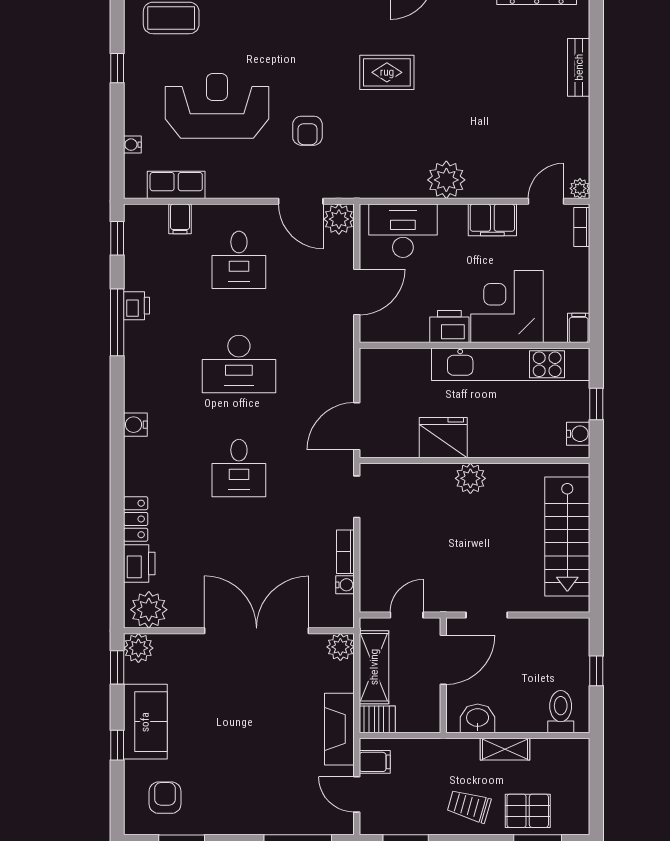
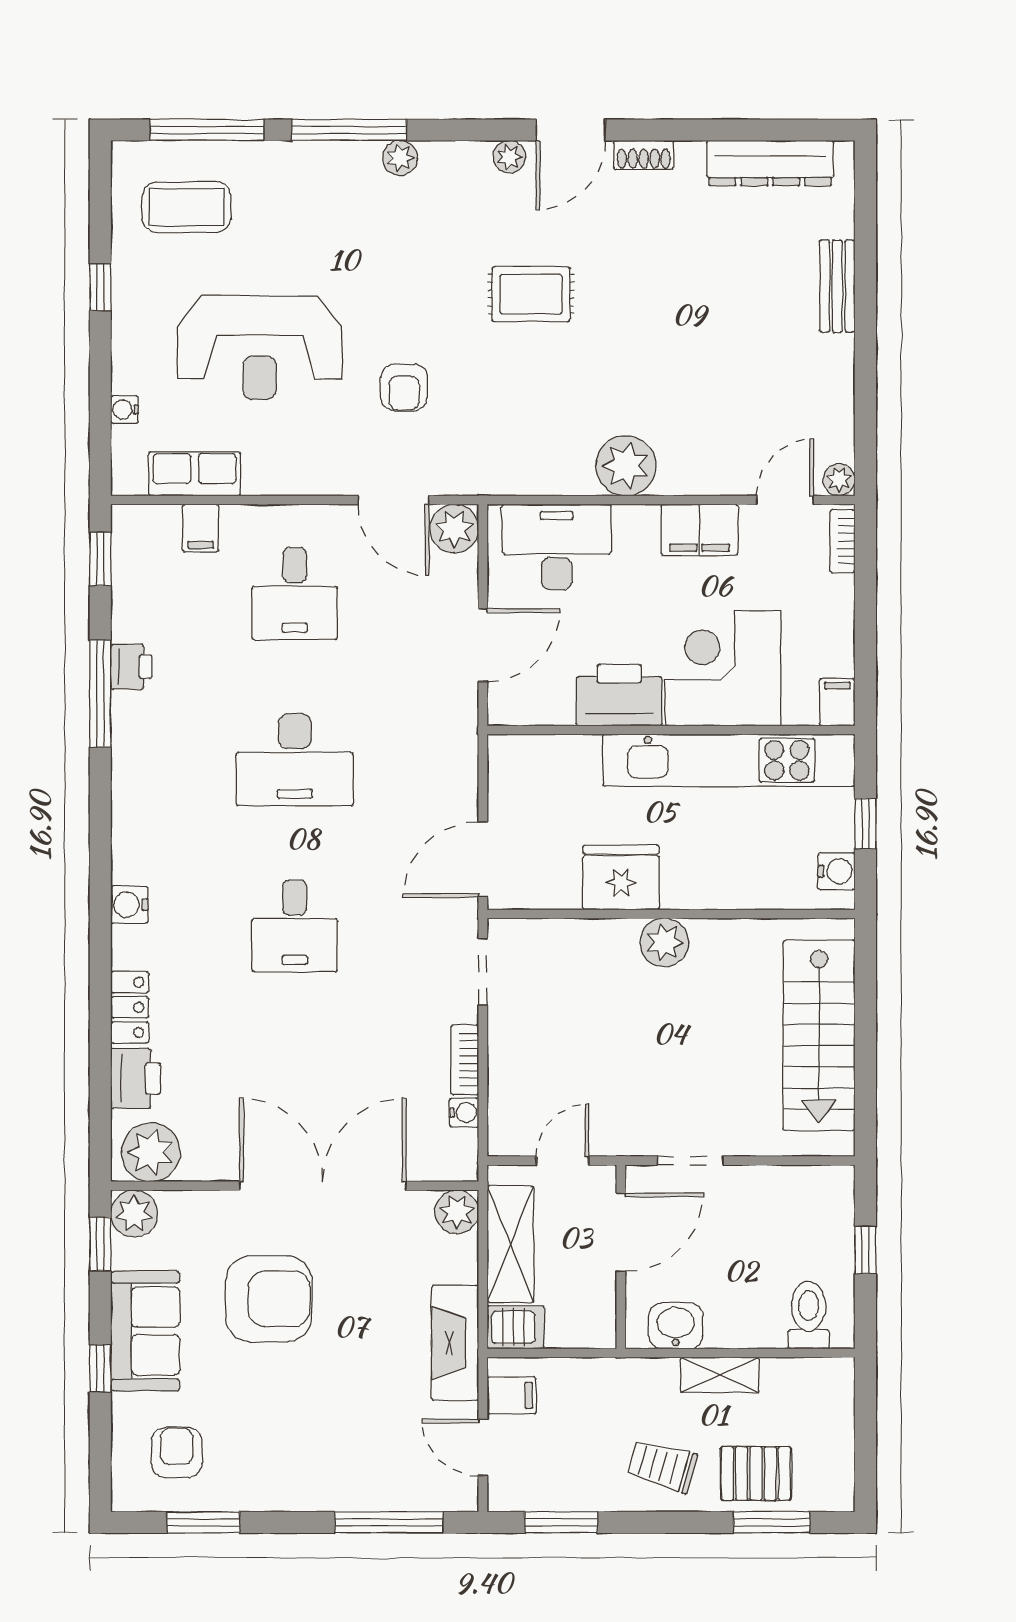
reception desk: (217, 106) -> (260, 348), turned 180
printer: (449, 327) -> (619, 695), width x1.37, depth x1.19
water cooler: (135, 425) -> (129, 905), moved
armchair: (223, 701) -> (269, 1299), added

